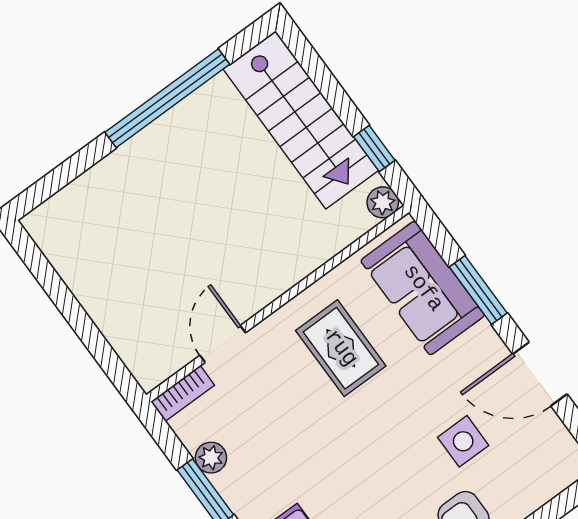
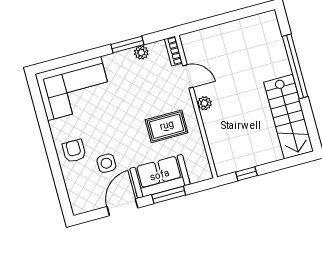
window: (167, 98) -> (295, 66), moved
stairs: (301, 120) -> (289, 117), moved, turned -90
plant: (383, 202) -> (204, 103), moved
sofa: (423, 288) -> (160, 176), moved

